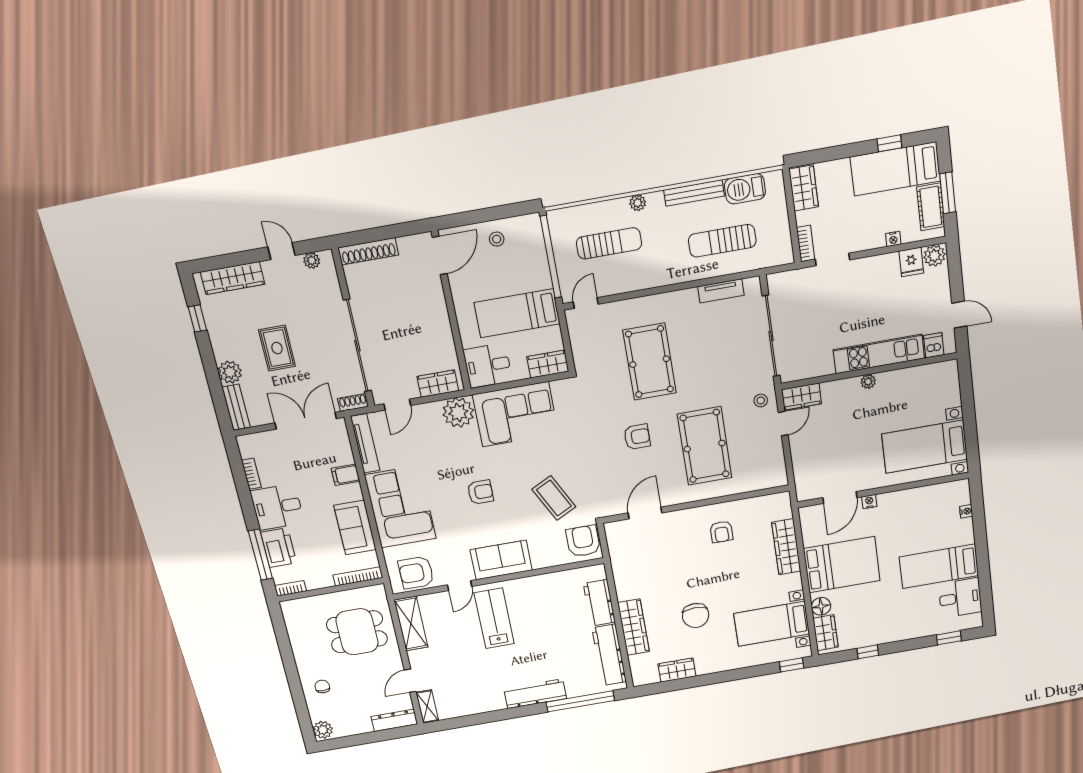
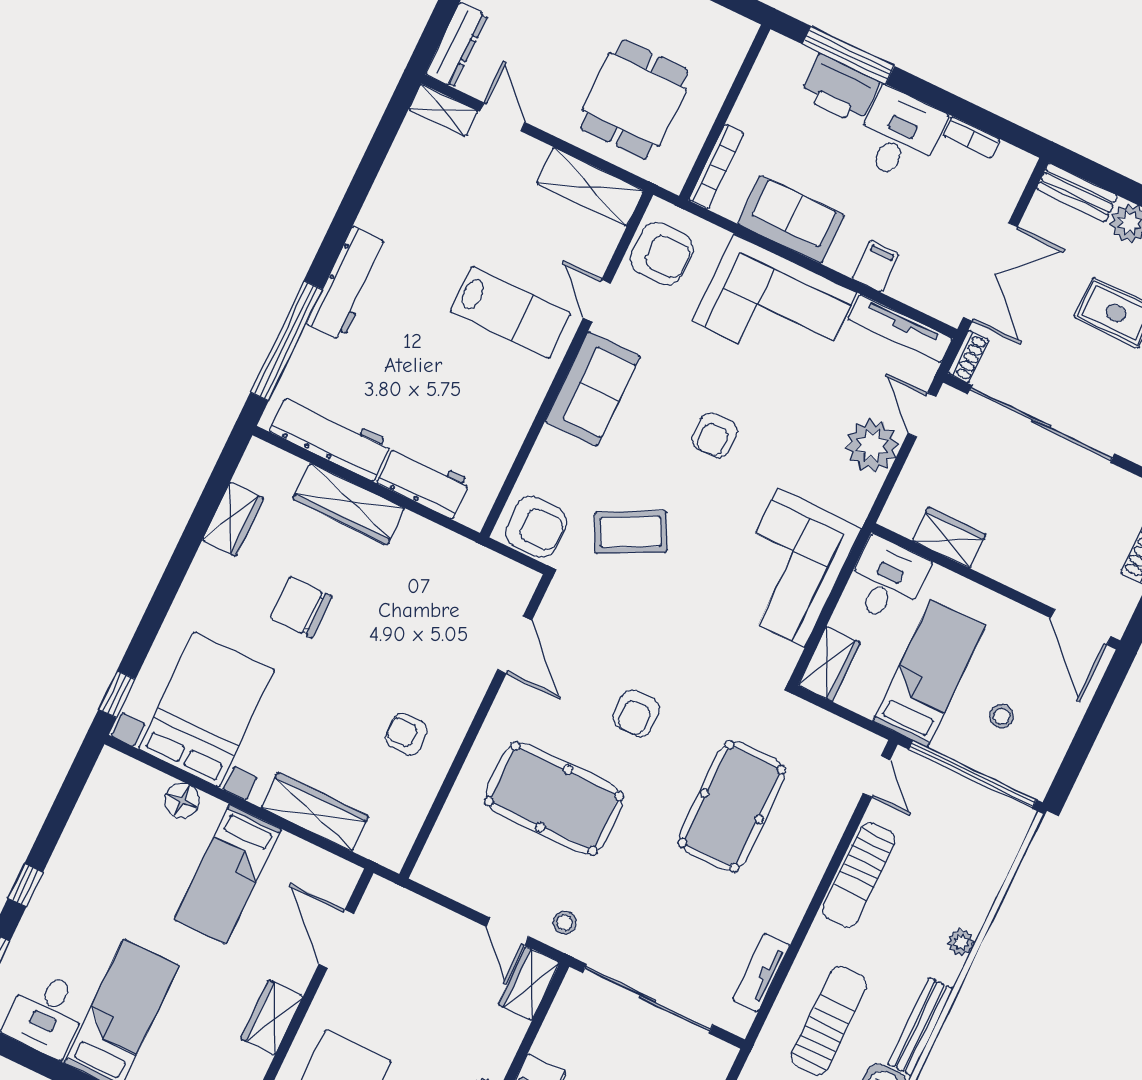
stool: (497, 239) -> (1002, 716), moved
sun lounger: (609, 243) -> (859, 875), moved
pool table: (650, 362) -> (732, 806), turned 90
wardrobe: (438, 384) -> (949, 538), moved, turned -90
plant: (458, 412) -> (872, 446), moved
nightstand: (869, 502) -> (299, 977), removed
bed: (842, 565) -> (228, 874), width x0.67
armchair: (416, 573) -> (662, 254), turned 90
bookcase: (290, 588) -> (768, 57), removed
bed with nightstands: (772, 624) -> (207, 709), width x1.36
wardrobe: (826, 633) -> (272, 1017), moved, turned 90
window: (868, 652) -> (25, 885), moved

